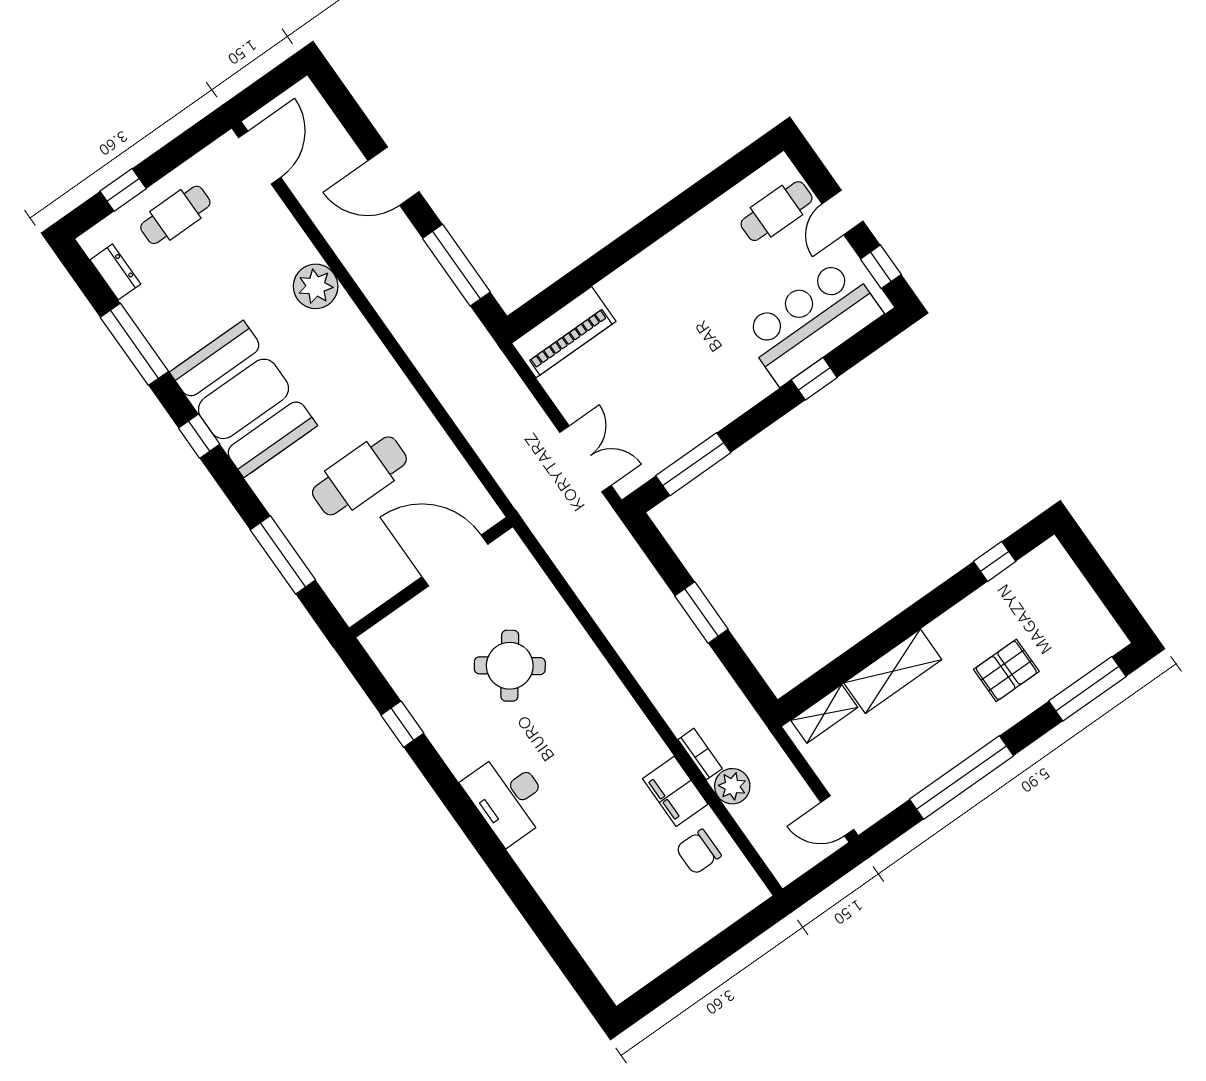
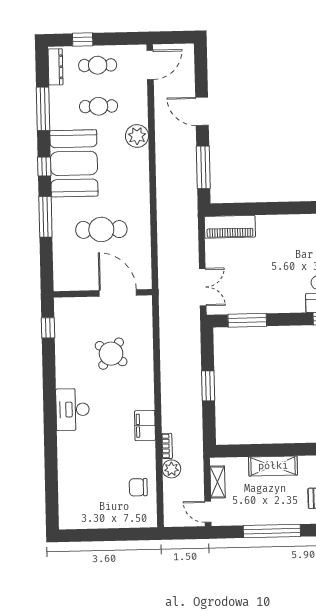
dresser: (115, 272) -> (56, 67), width x1.44
cafe table: (221, 280) -> (99, 106), added
window: (283, 555) -> (45, 217), moved
shelving: (824, 714) -> (218, 482), moved, turned 90
window: (402, 724) -> (48, 328), moved
filing cabinet: (675, 791) -> (145, 426), moved

